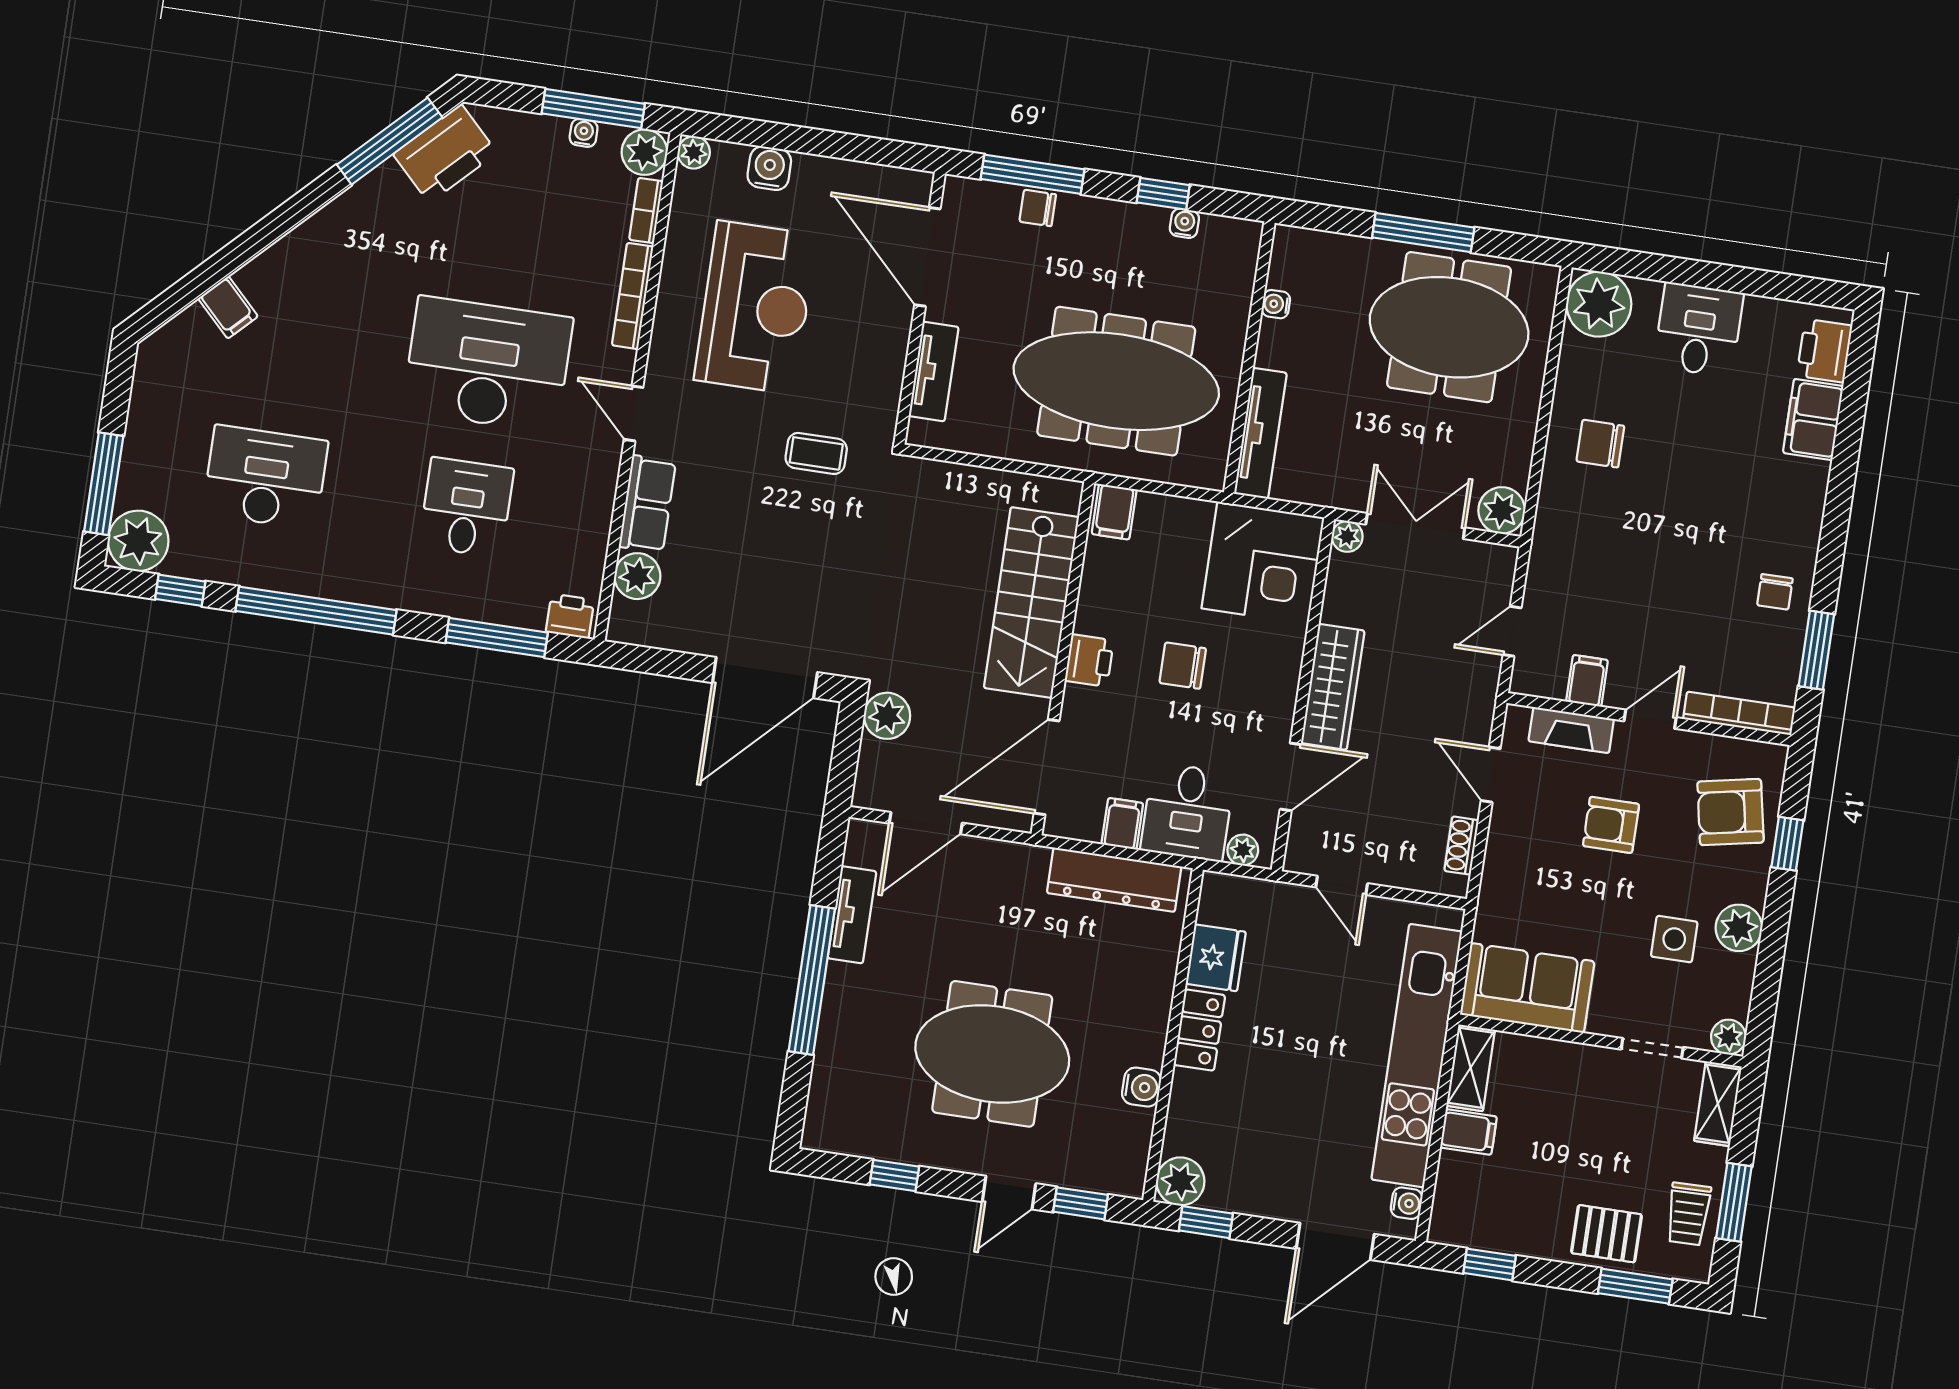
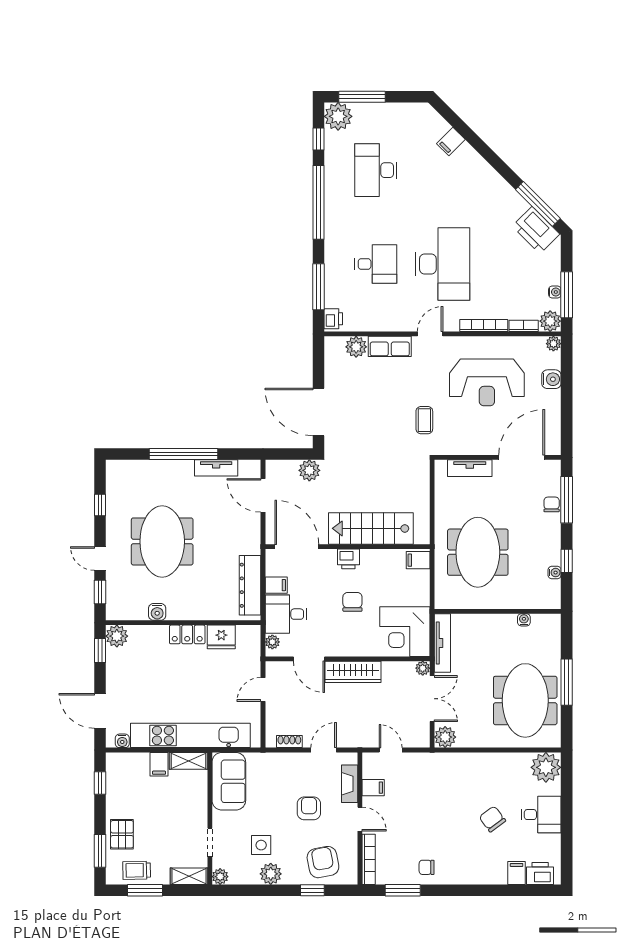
meeting table: (1116, 381) -> (478, 552), width x0.73
filing cabinet: (1813, 419) -> (517, 873), width x0.50
tv unit: (1260, 433) -> (442, 643), moved, turned -90
chair: (1600, 444) -> (492, 819), moved, turned -37
desk: (265, 477) -> (376, 170), turned 180

